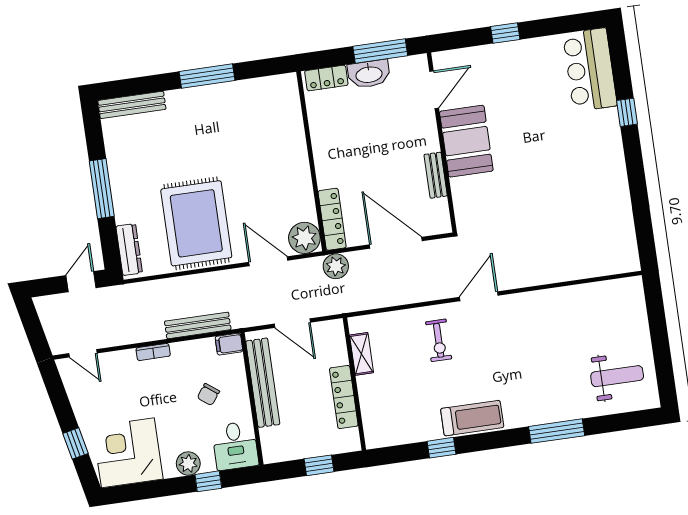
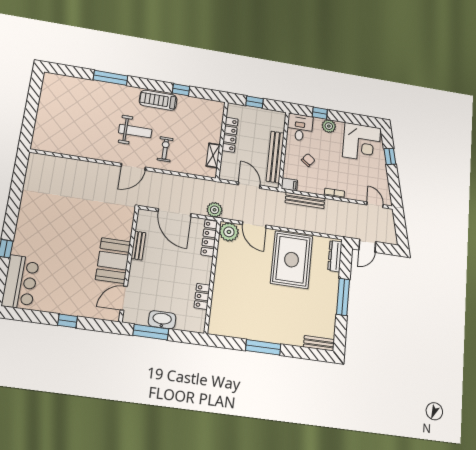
locker: (326, 78) -> (202, 296), moved, turned -90
bench: (132, 105) -> (319, 343), width x0.73
weight bench: (617, 376) -> (135, 131), moved, turned 180

